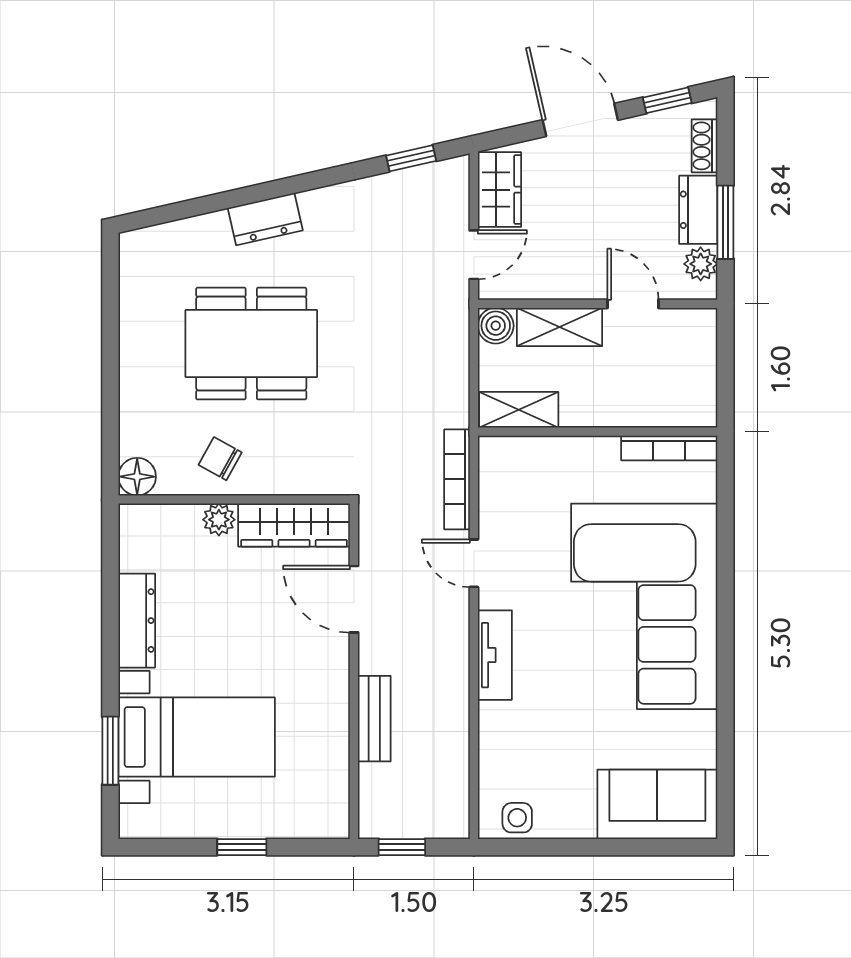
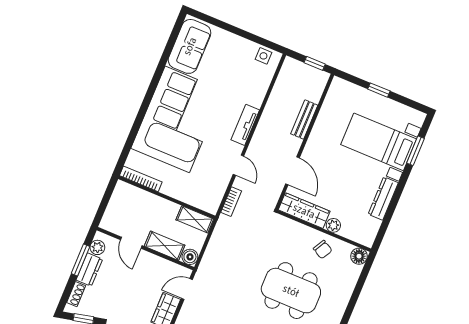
bookcase: (457, 479) -> (231, 202), width x0.64
sofa: (657, 804) -> (190, 46), moved, turned -90

